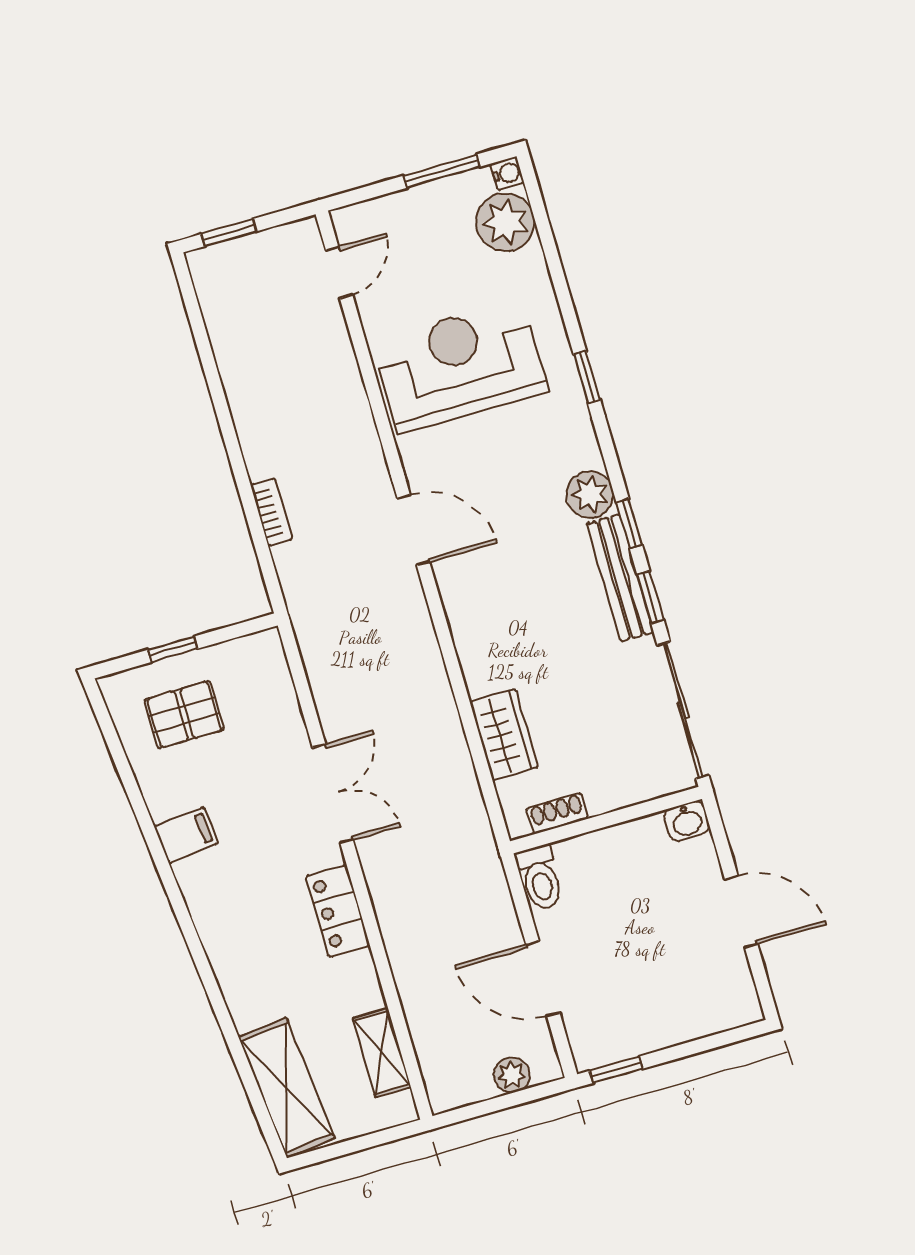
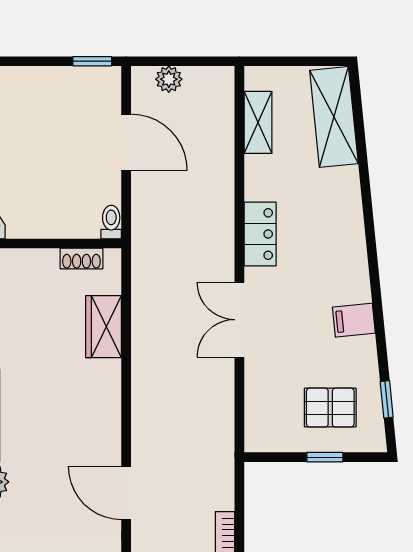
window: (115, 746) -> (387, 399), added
toilet: (540, 878) -> (111, 222), width x0.73, depth x0.72

